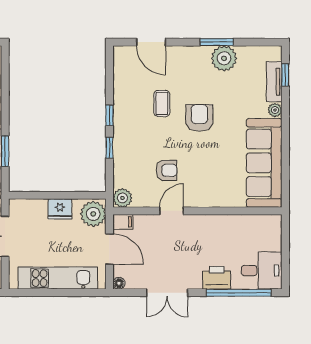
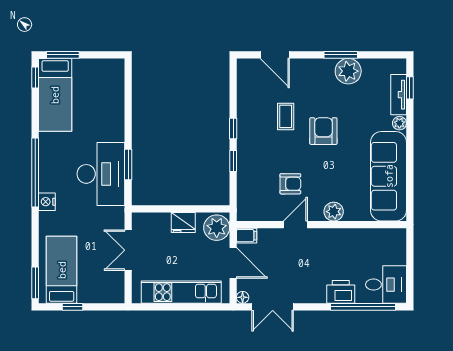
plant: (122, 198) -> (334, 212), moved
double door: (167, 293) -> (273, 307), moved

